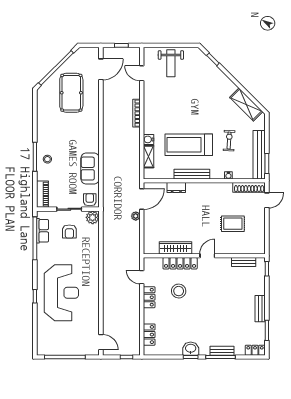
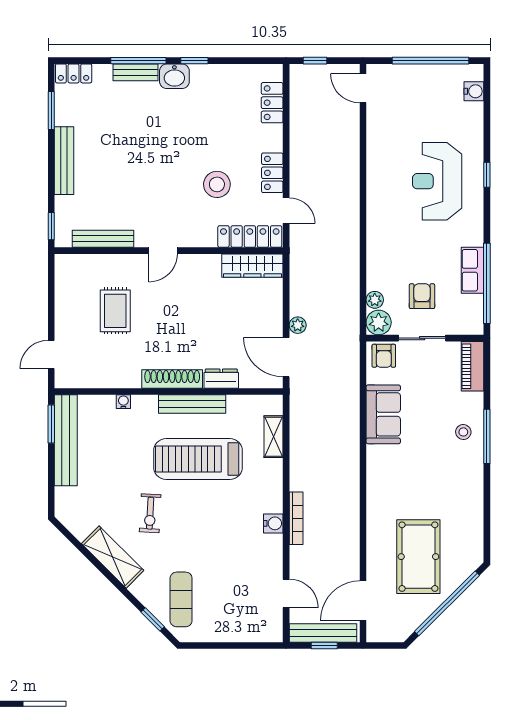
bench: (122, 52) -> (323, 633), added
weight bench: (171, 63) -> (232, 612), removed
exercise mat: (198, 70) -> (181, 599), added
shelving: (246, 104) -> (113, 557), moved
water cooler: (149, 139) -> (273, 523), moved
exercise bike: (229, 141) -> (150, 513), moved
treadmill: (189, 145) -> (198, 459), turned 180
shoe rack: (249, 187) -> (172, 379), moved
door: (142, 199) -> (286, 357), hinge flipped
rug: (233, 224) -> (115, 311), turned 90
plant: (95, 230) -> (375, 300), added
row of seats: (43, 231) -> (473, 270), moved
wardrobe: (176, 248) -> (252, 266), moved
bench: (244, 262) -> (103, 239), width x1.36
locker: (180, 263) -> (250, 236), moved
reception desk: (61, 293) -> (437, 181), width x0.74, depth x0.77
bench: (260, 309) -> (64, 161), width x1.36
water cooler: (42, 341) -> (474, 91), added
washbasin: (191, 349) -> (174, 76), moved

